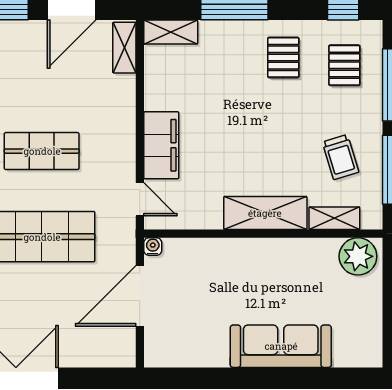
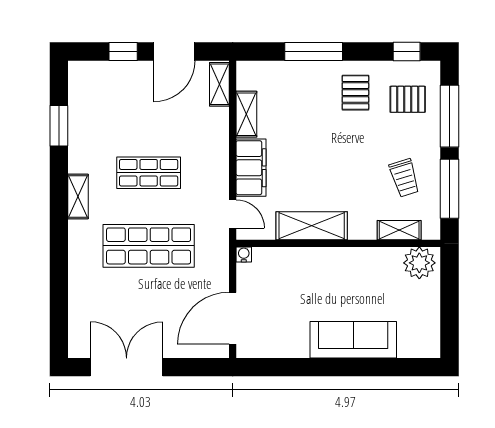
shelving: (171, 32) -> (246, 114), moved, turned 90
pallet: (344, 65) -> (408, 99), turned 90
shelving: (265, 213) -> (312, 226), moved
door: (140, 296) -> (233, 318), moved

